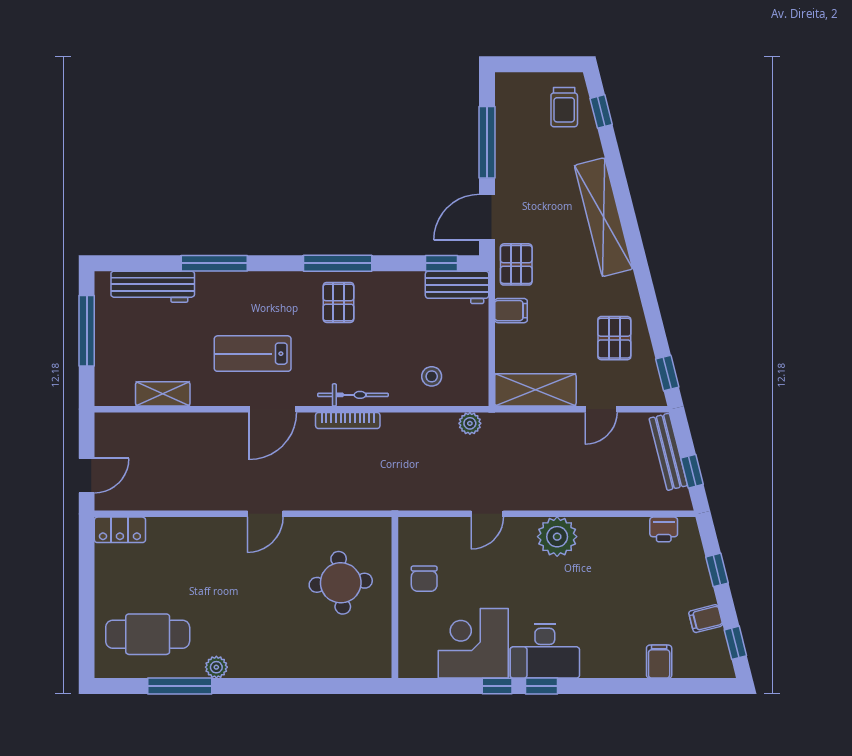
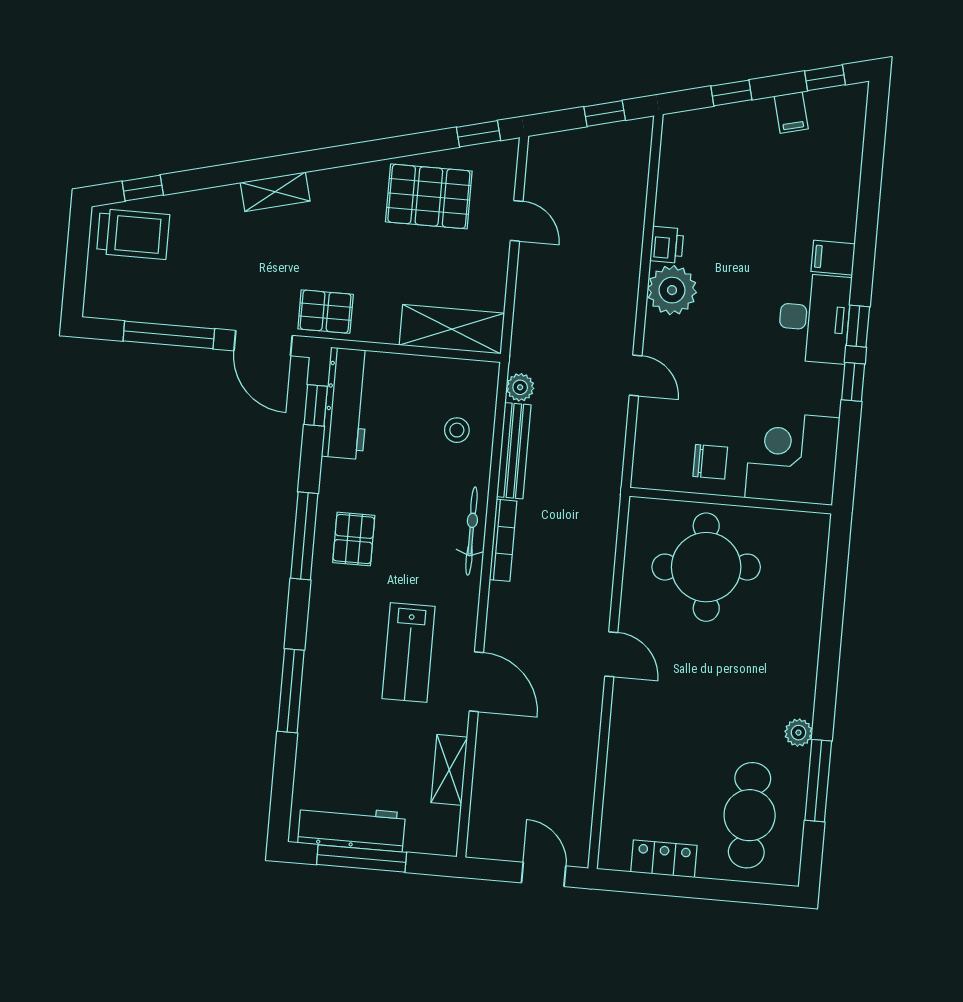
trolley: (564, 107) -> (133, 234), width x1.36, depth x1.39
shelving: (604, 217) -> (275, 192), width x0.45, depth x0.75
workbench: (153, 287) -> (352, 828), moved, turned -90
workbench: (457, 287) -> (346, 403), width x1.38
pallet: (338, 302) -> (354, 539), turned 90
filing cabinet: (511, 311) -> (383, 323), removed
pallet: (614, 338) -> (429, 196), width x1.50, depth x1.42
shelving: (535, 390) -> (452, 329), moved, turned 90
door: (273, 409) -> (476, 682), moved
bench: (668, 452) -> (514, 451), moved, turned -76
printer: (664, 529) -> (667, 245), moved
locker: (120, 530) -> (664, 859), moved, turned -90
round table: (341, 583) -> (706, 567), width x1.36, depth x1.36
corner desk: (473, 643) -> (792, 458), moved, turned 90
filing cabinet: (659, 662) -> (833, 258), moved

